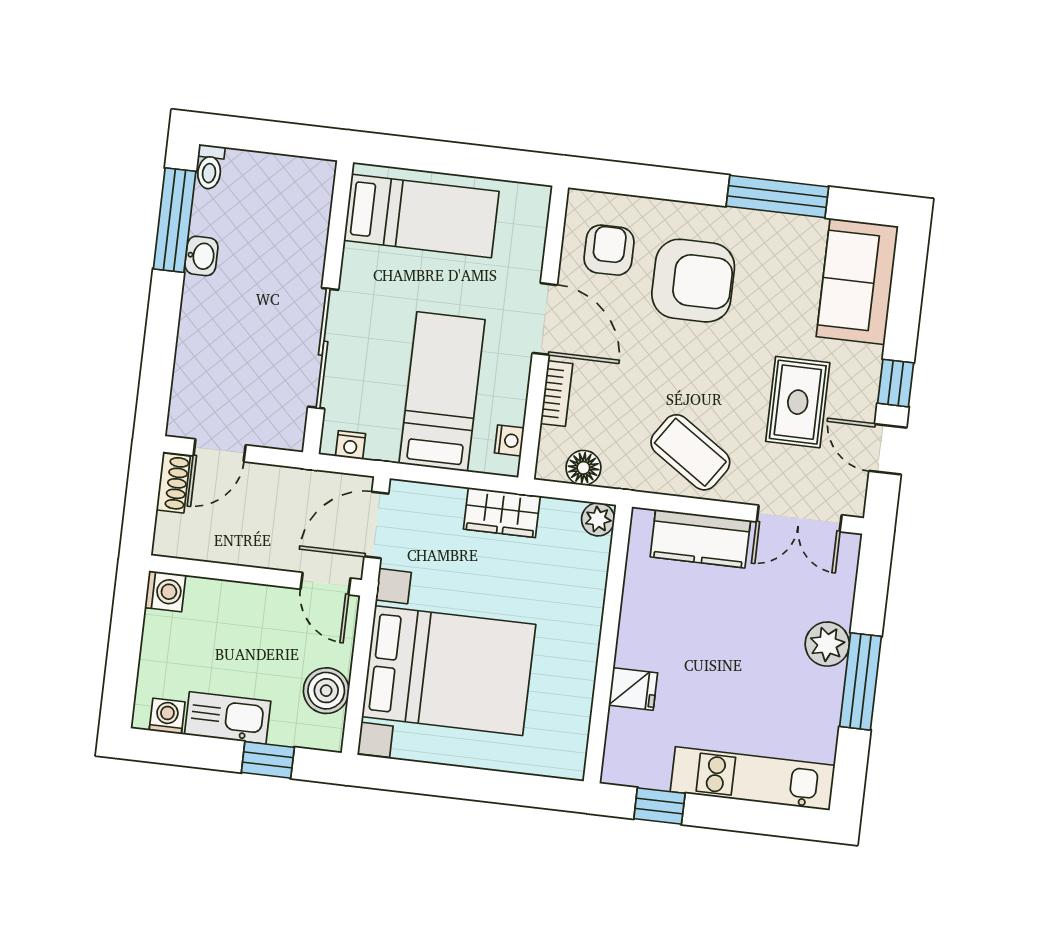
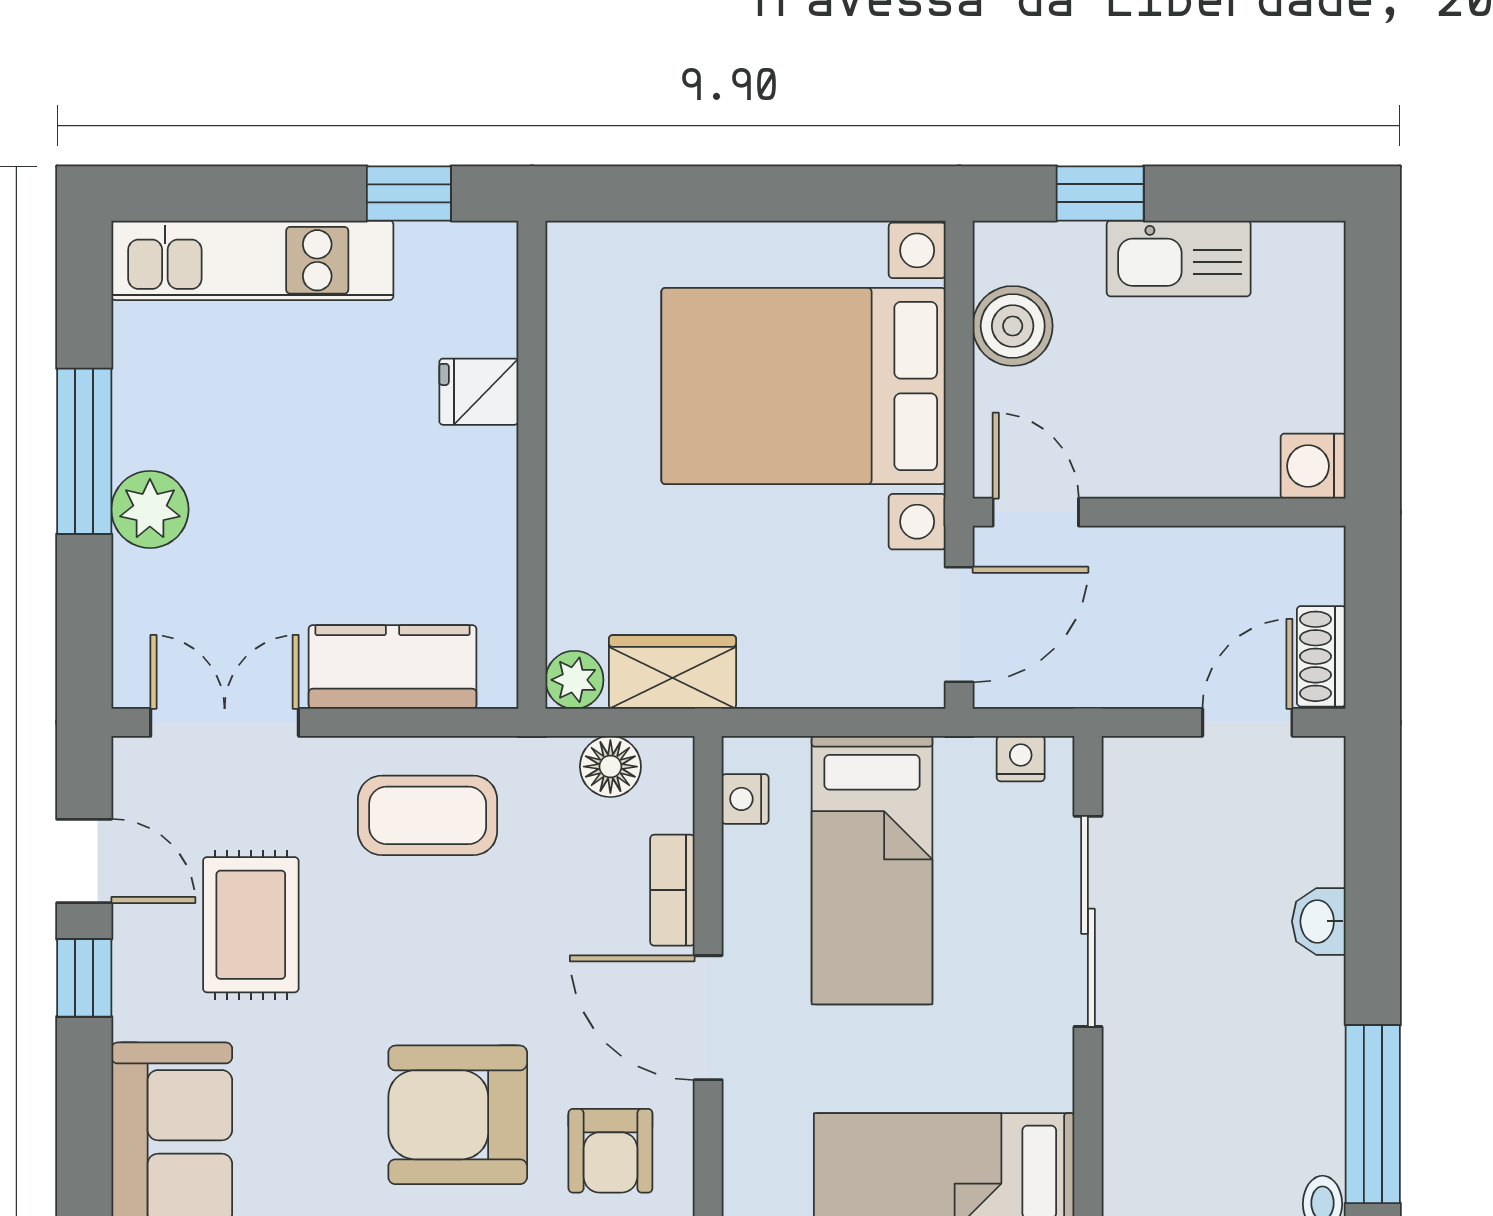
washbasin: (201, 256) -> (1319, 921), moved
coffee table: (690, 452) -> (428, 815), turned -34
wardrobe: (502, 513) -> (672, 672), moved
washing machine: (167, 716) -> (1284, 249), removed

